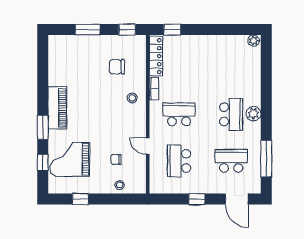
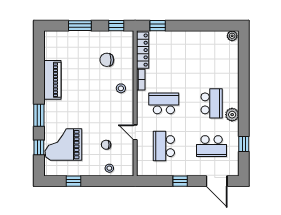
piano: (57, 108) -> (52, 80), moved
plant: (254, 114) -> (232, 115), moved
window: (266, 159) -> (244, 144), width x0.46
school desk: (231, 161) -> (212, 146), turned 180

